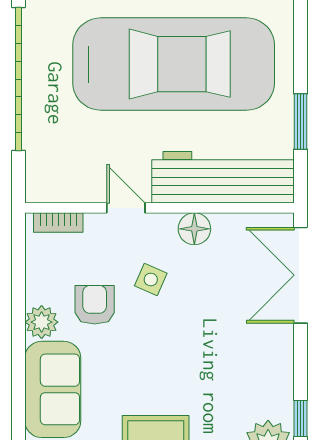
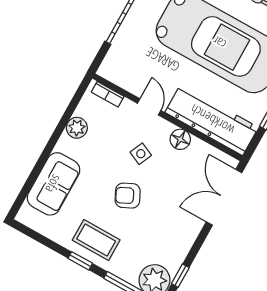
armchair: (95, 305) -> (128, 196), moved, turned -116
plant: (42, 322) -> (77, 128), moved

